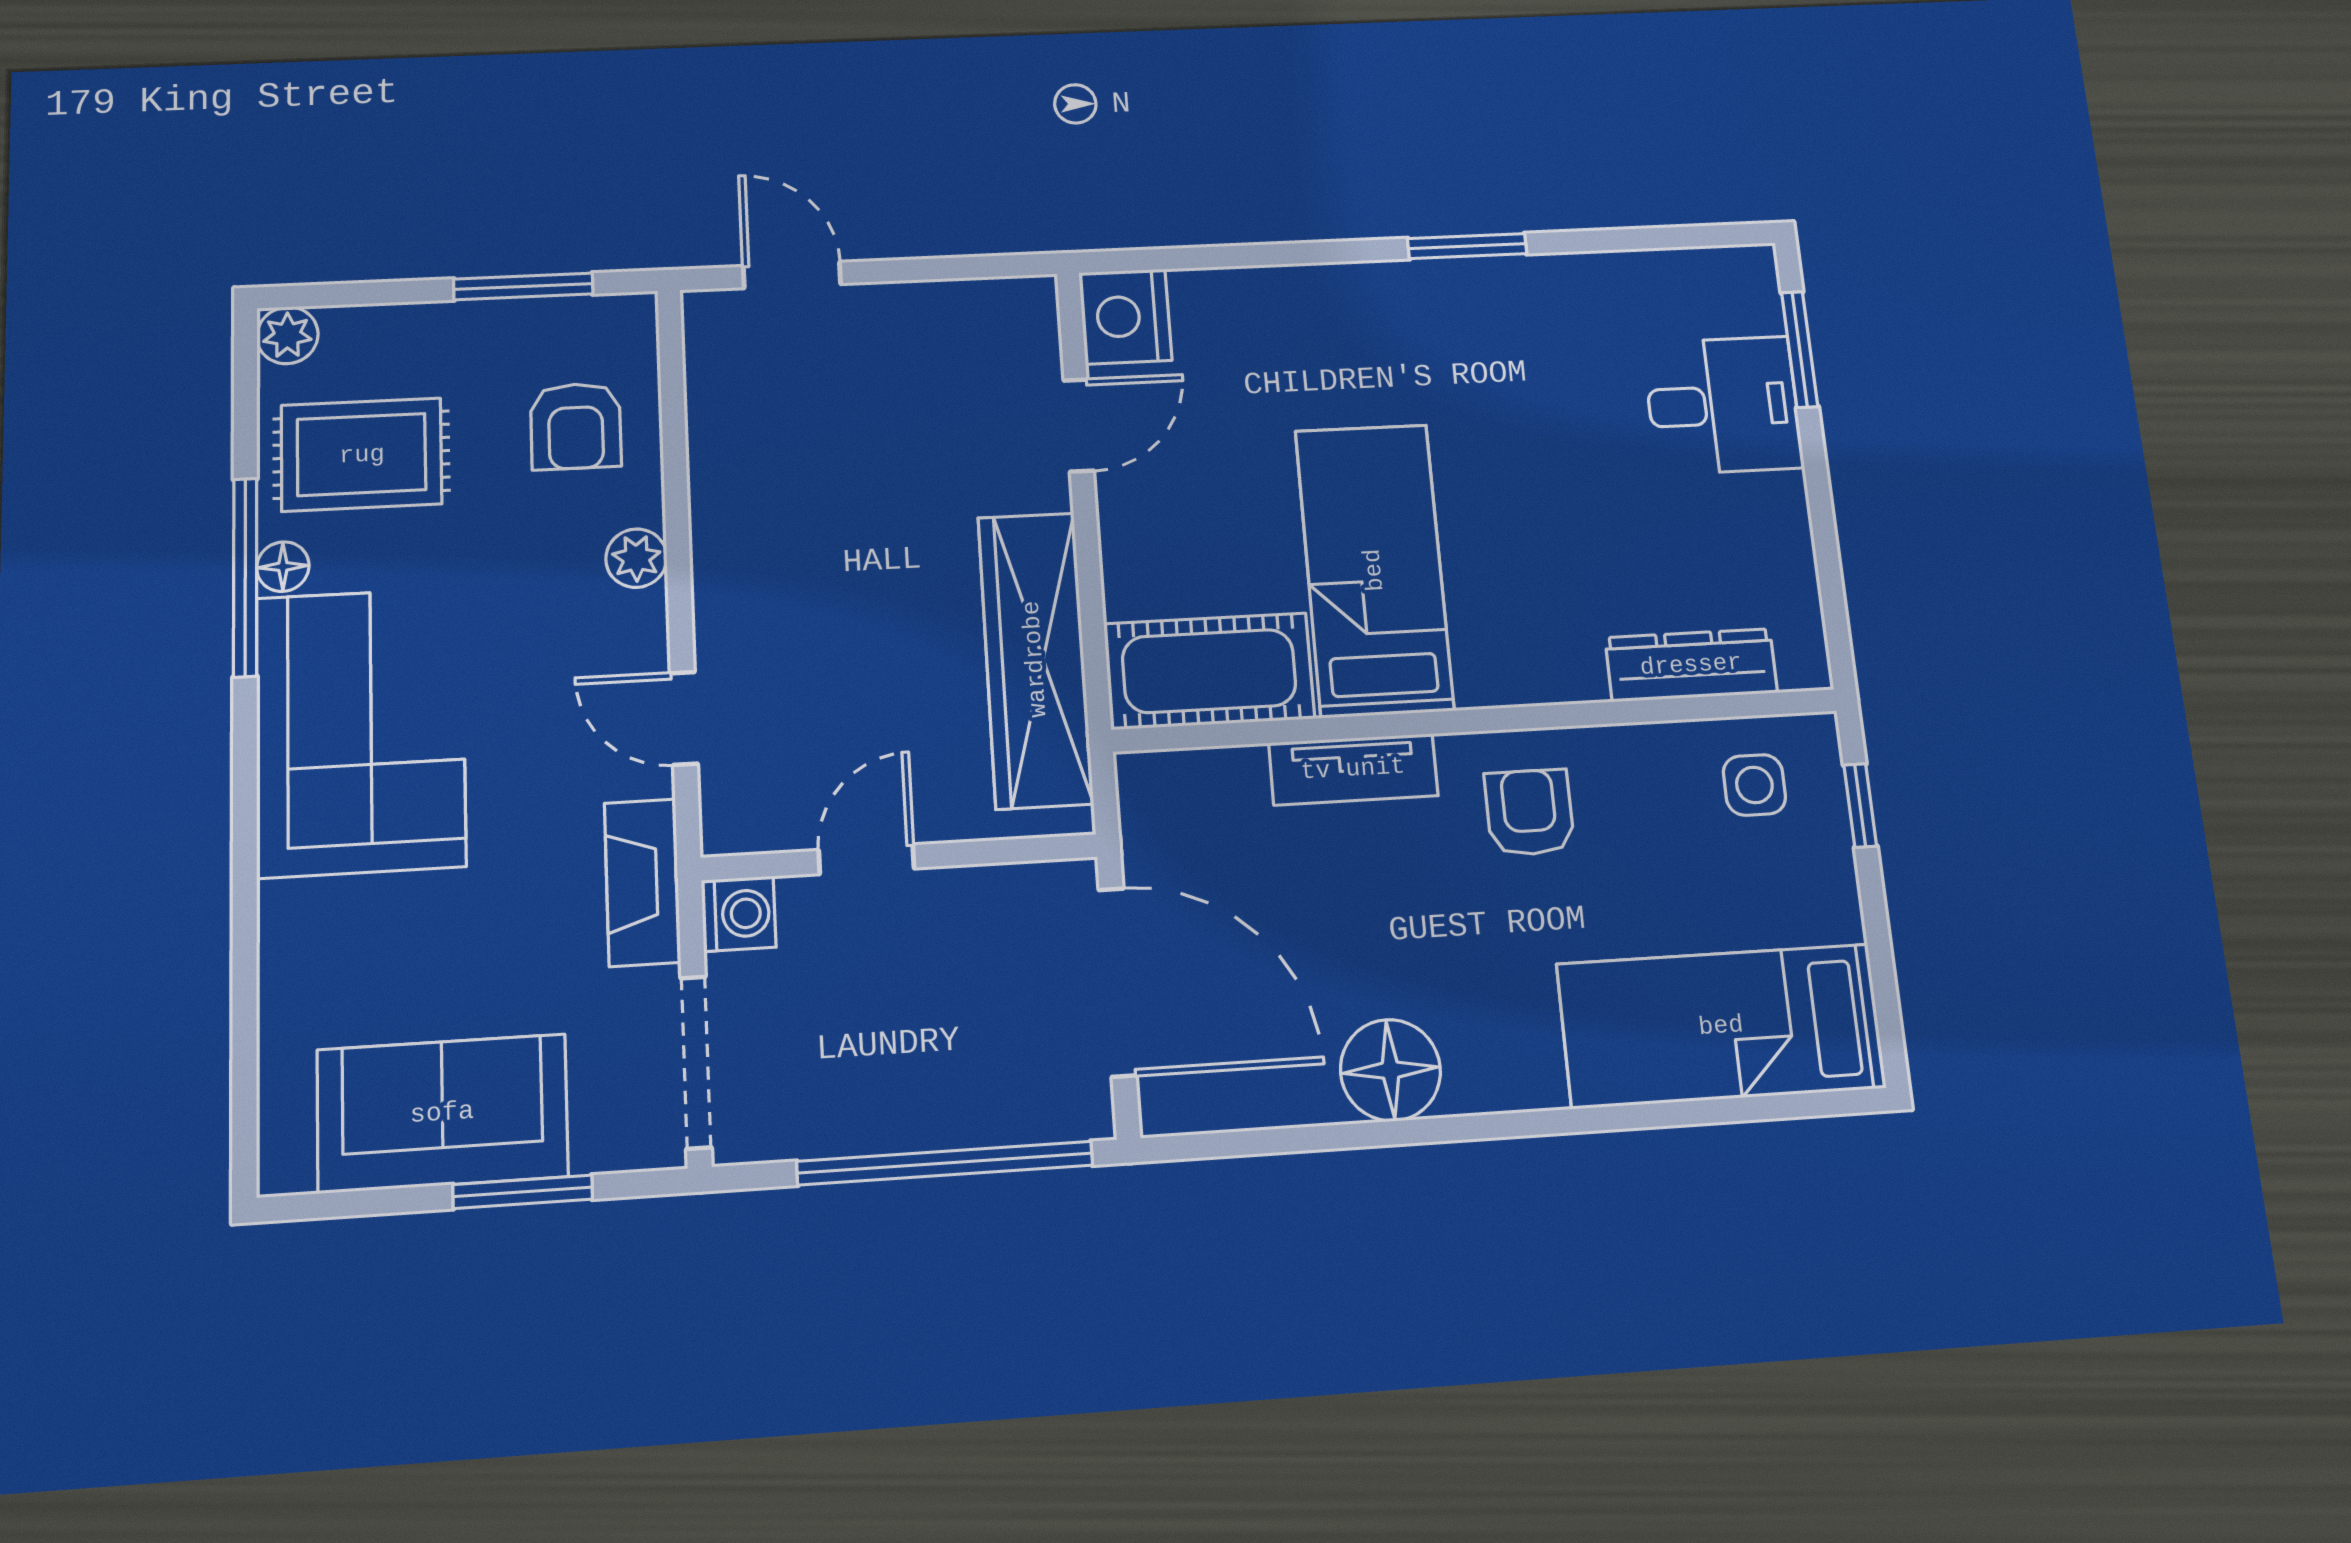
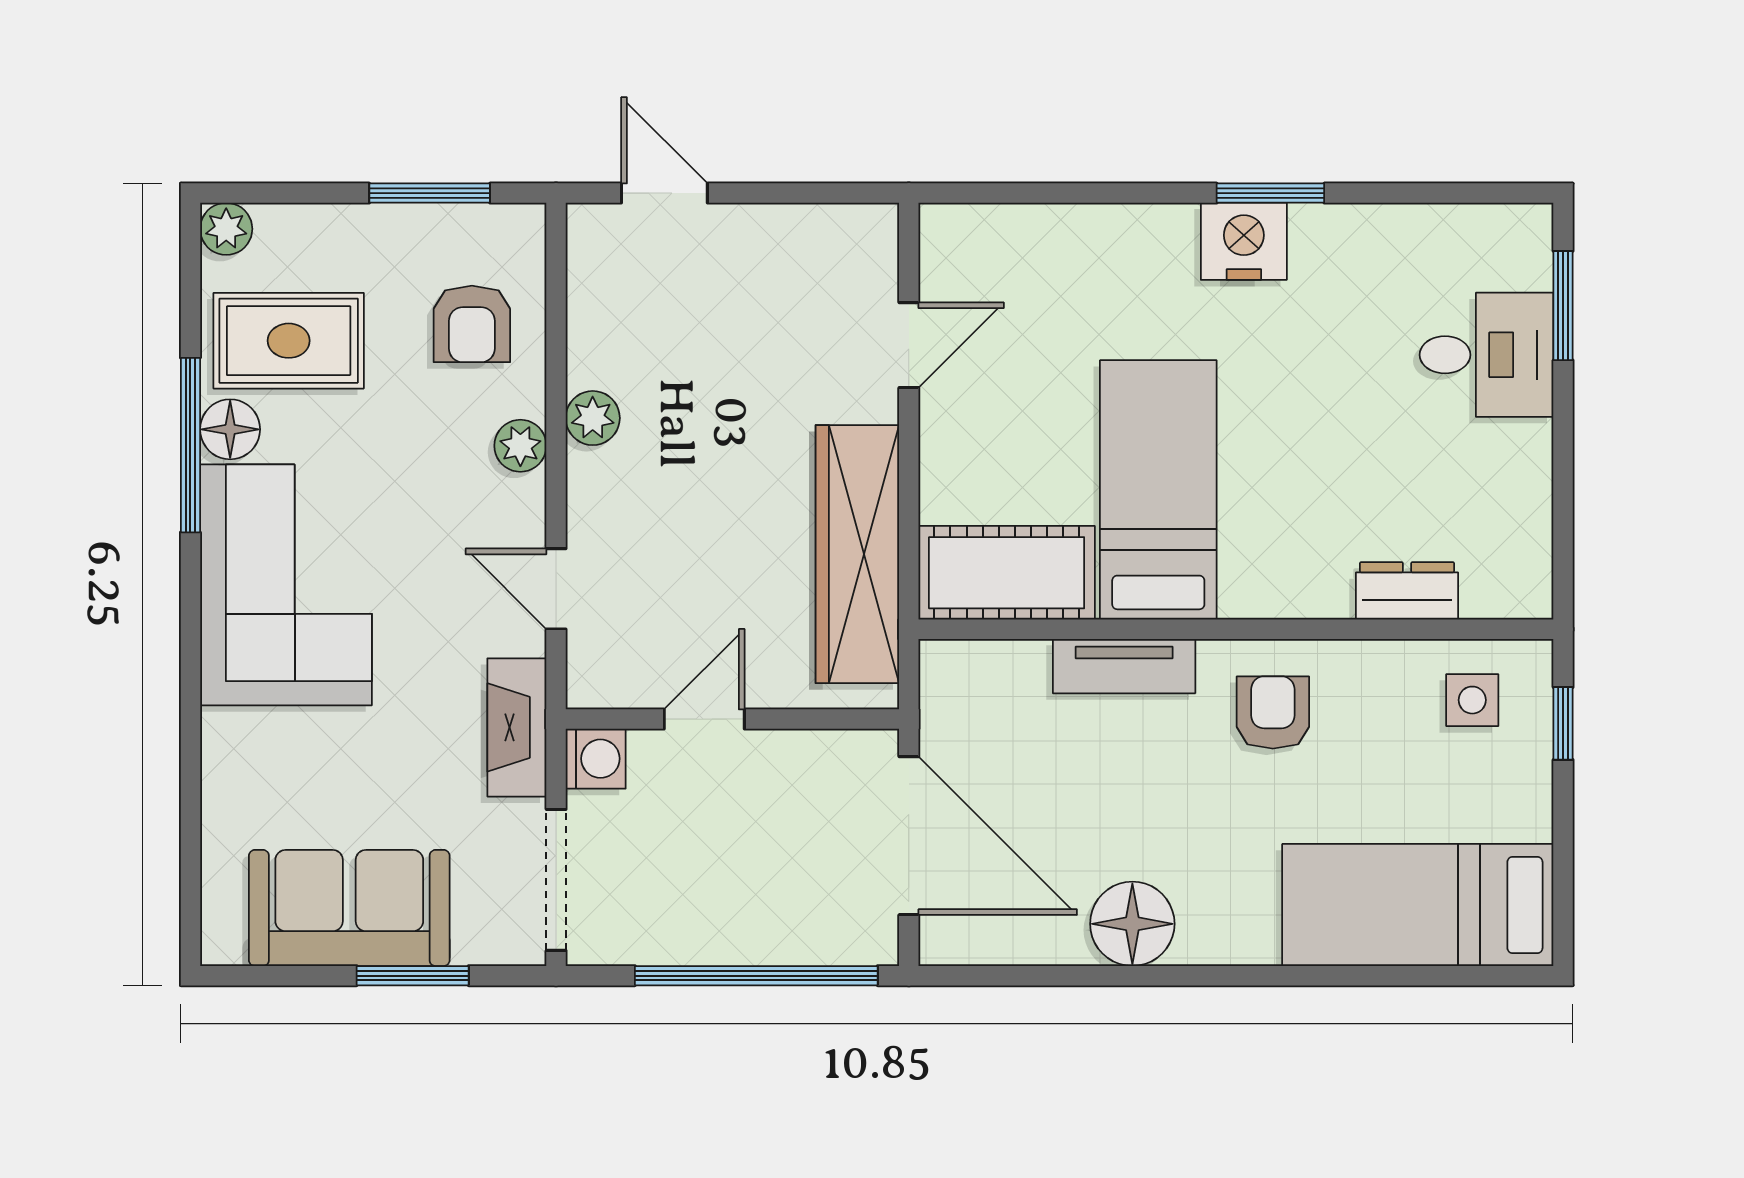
nightstand: (1125, 316) -> (1244, 241), moved, turned 90
plant: (720, 523) -> (593, 418), added
floor lamp: (283, 567) -> (230, 429), width x1.37, depth x1.37
dresser: (1691, 665) -> (1407, 591), width x0.70

